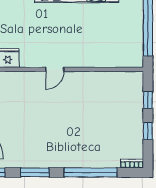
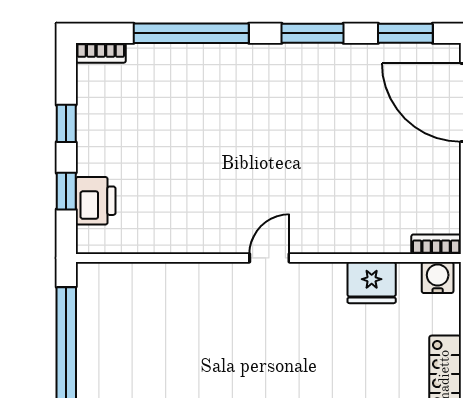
printer: (134, 96) -> (96, 201), added

